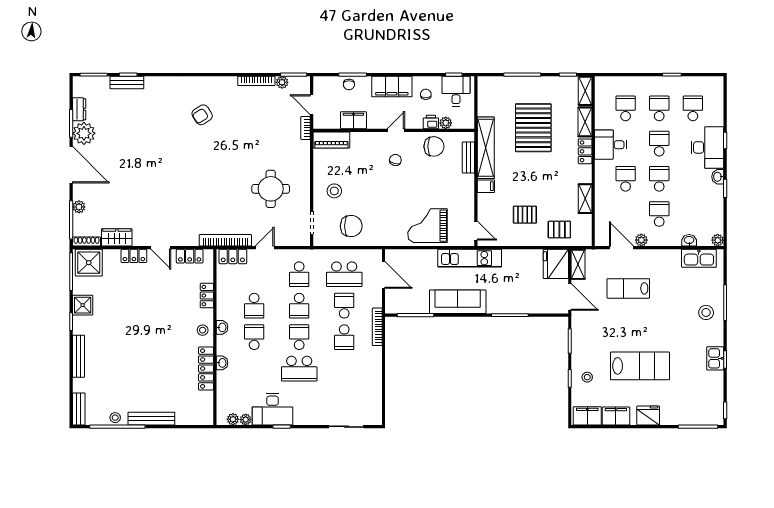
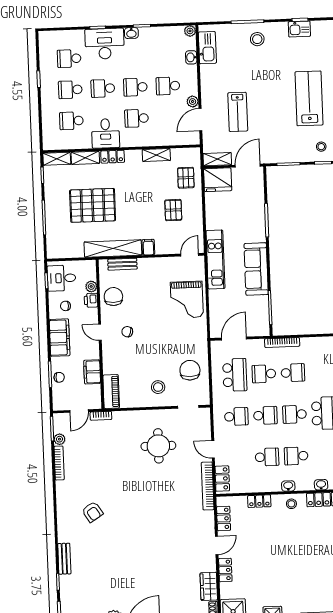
bench: (127, 83) -> (64, 559), moved

